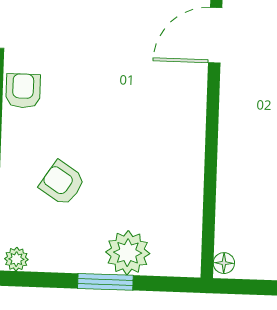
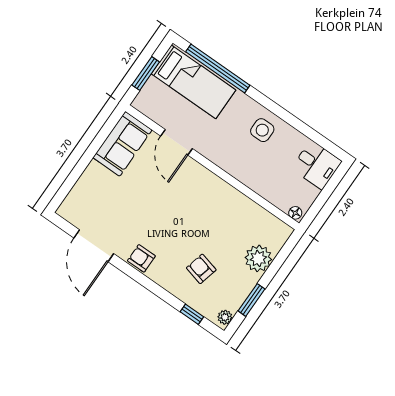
armchair: (62, 183) -> (201, 269), turned 71
window: (105, 282) -> (252, 300), moved

